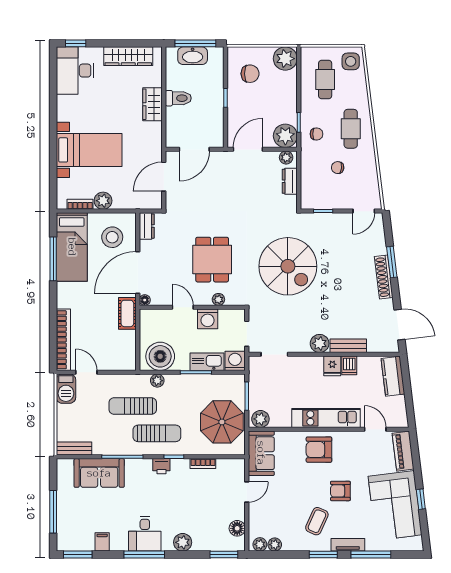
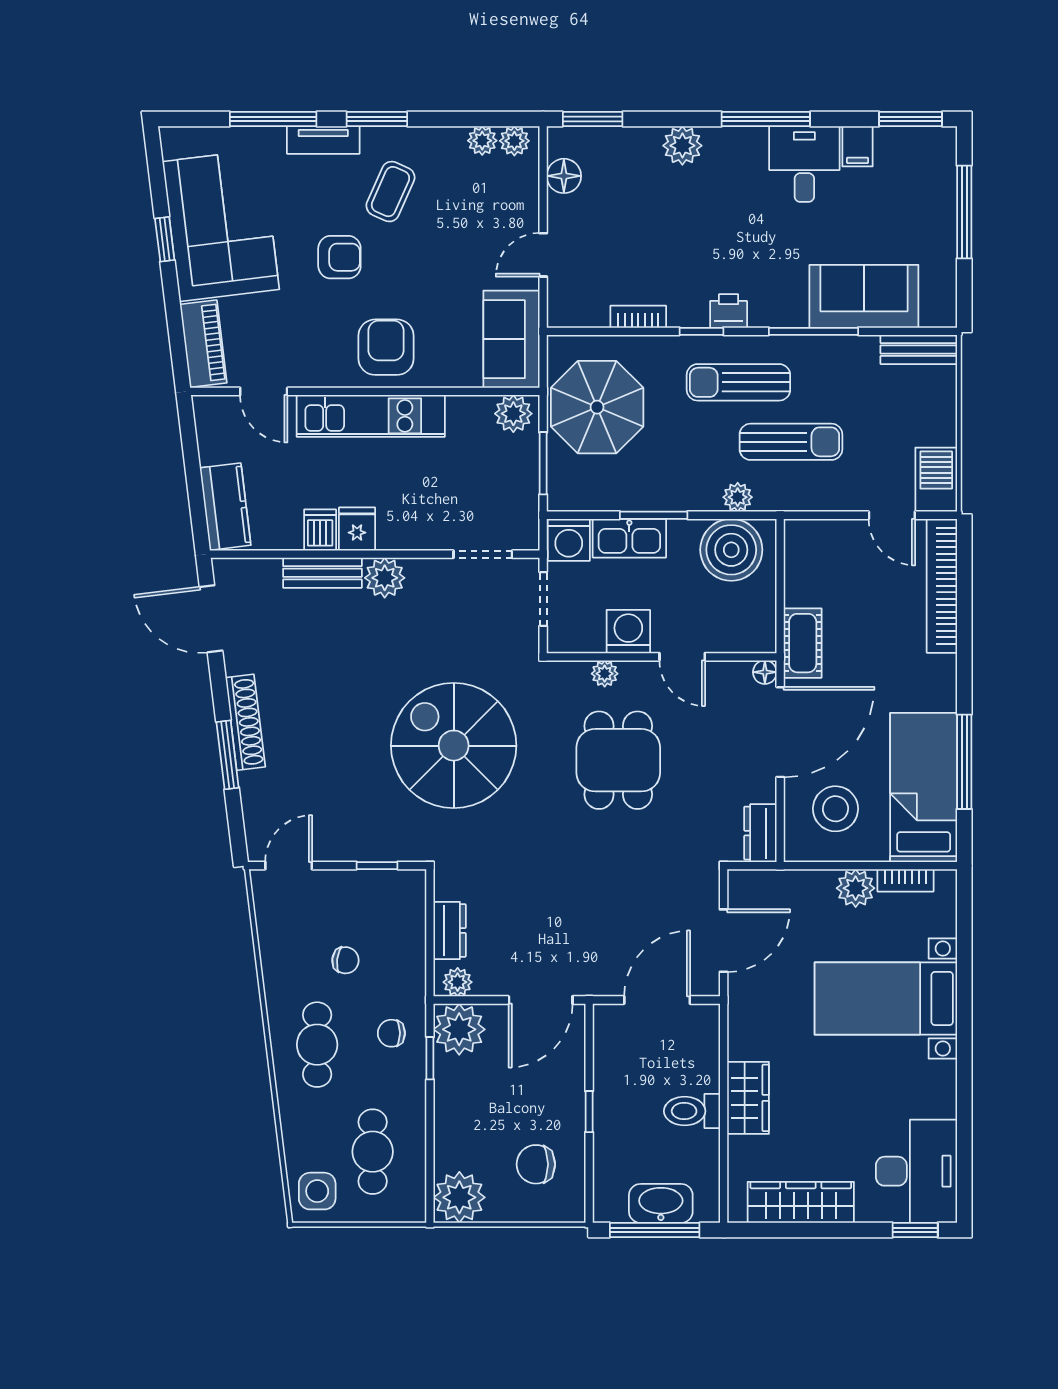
armchair: (319, 450) -> (386, 347), turned -90
desk: (145, 534) -> (804, 164), moved

